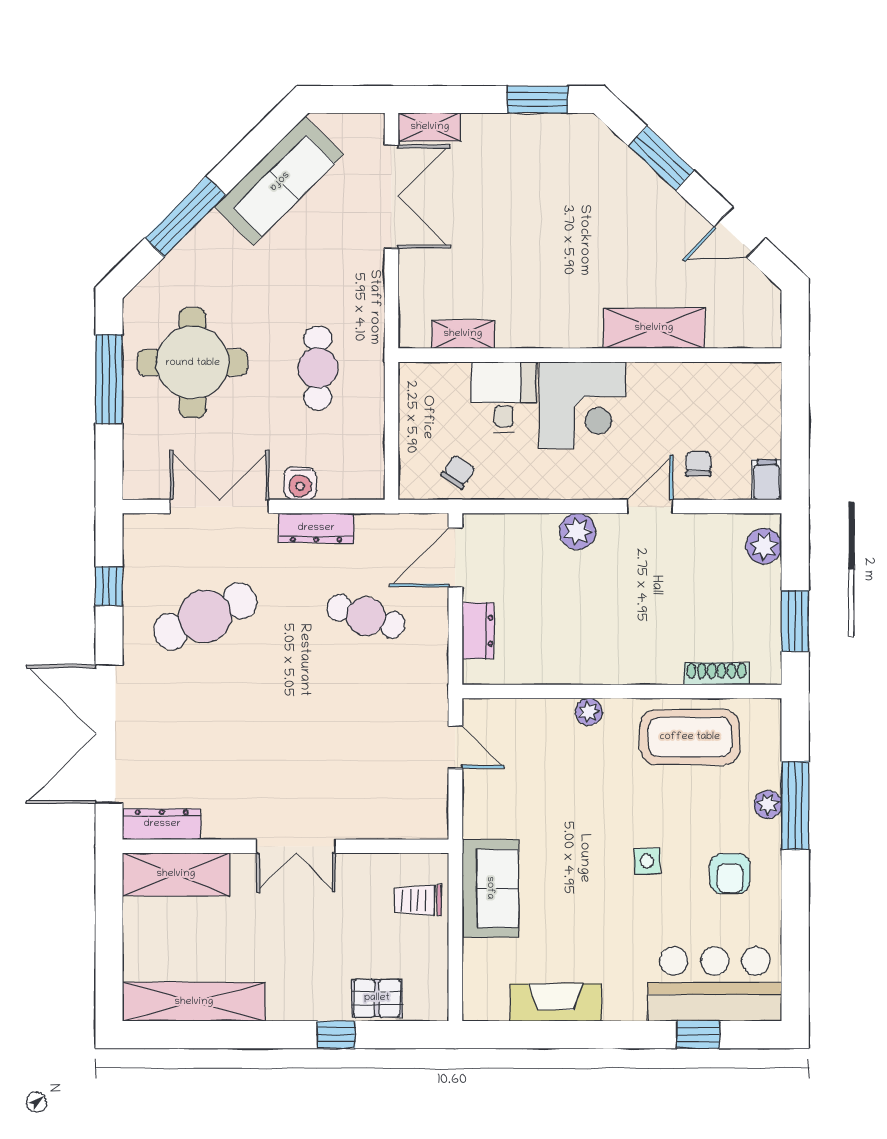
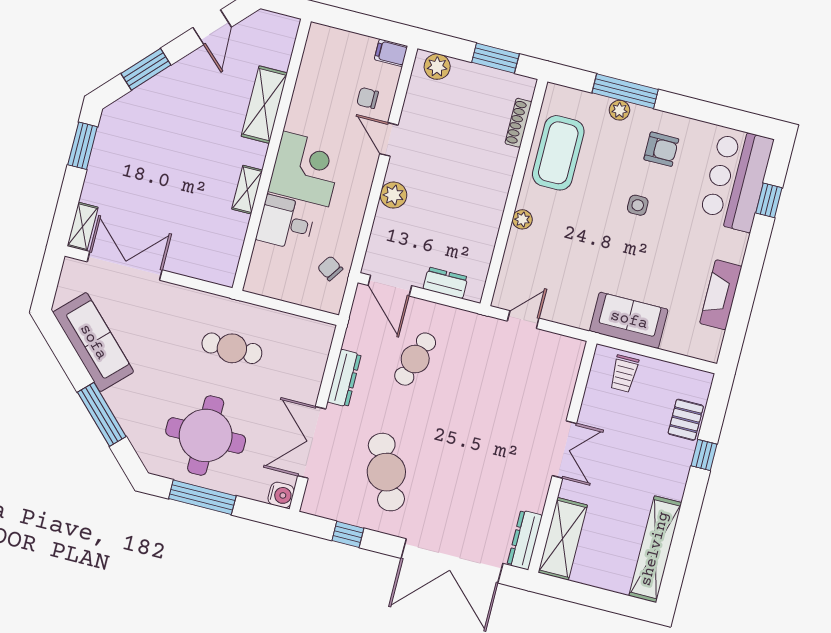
shelving: (463, 334) -> (247, 190), moved
water cooler: (300, 483) -> (281, 495), moved

